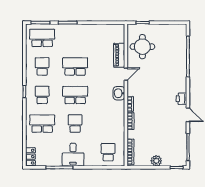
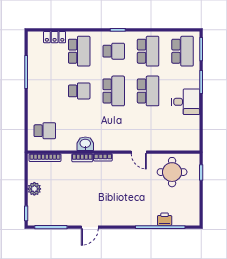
piano: (119, 55) -> (162, 144), removed
school desk: (42, 66) -> (148, 51), width x1.85
washbasin: (119, 93) -> (85, 144), moved
printer: (181, 99) -> (165, 219), moved
desk: (73, 155) -> (186, 102), moved, turned 180
locker: (30, 157) -> (55, 37), moved

